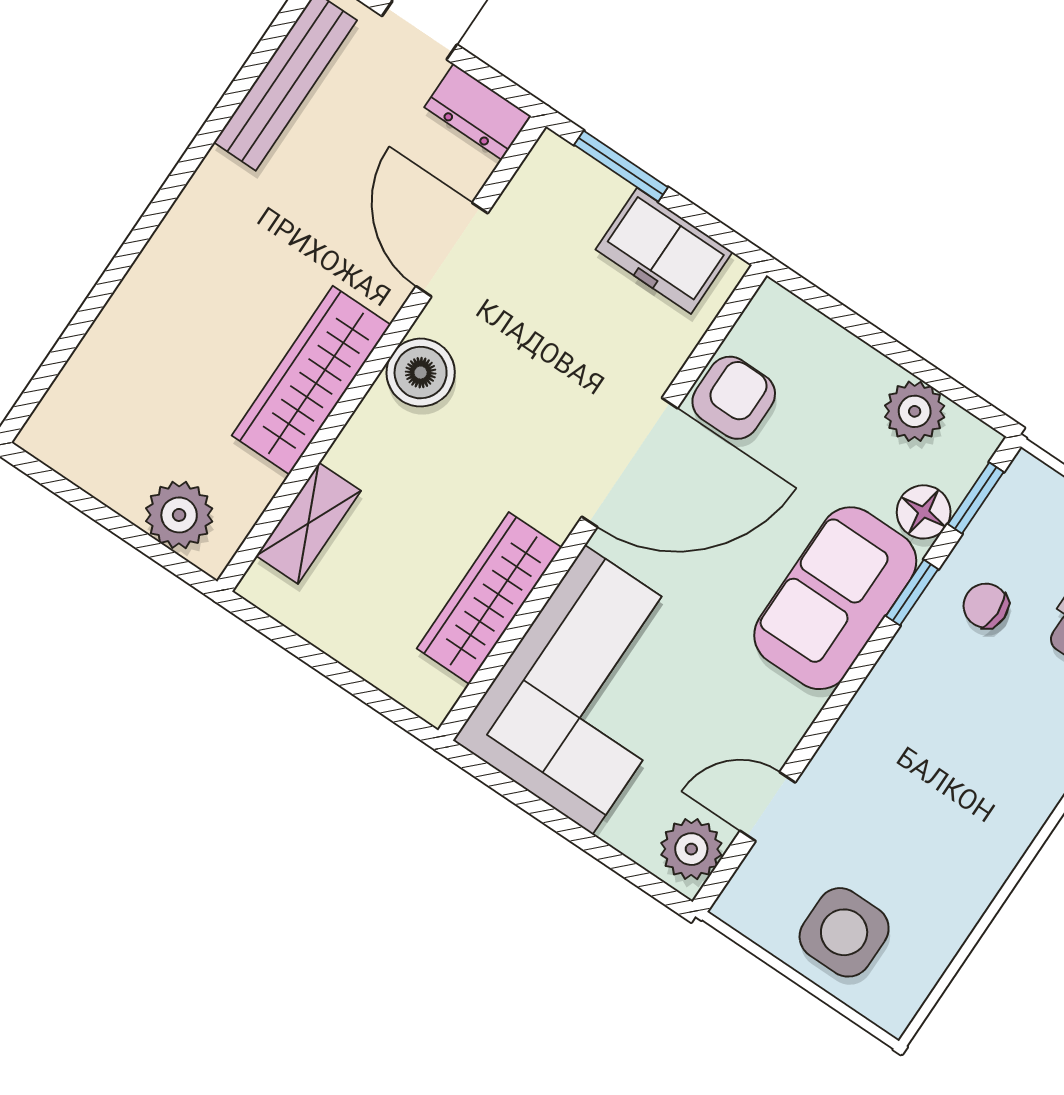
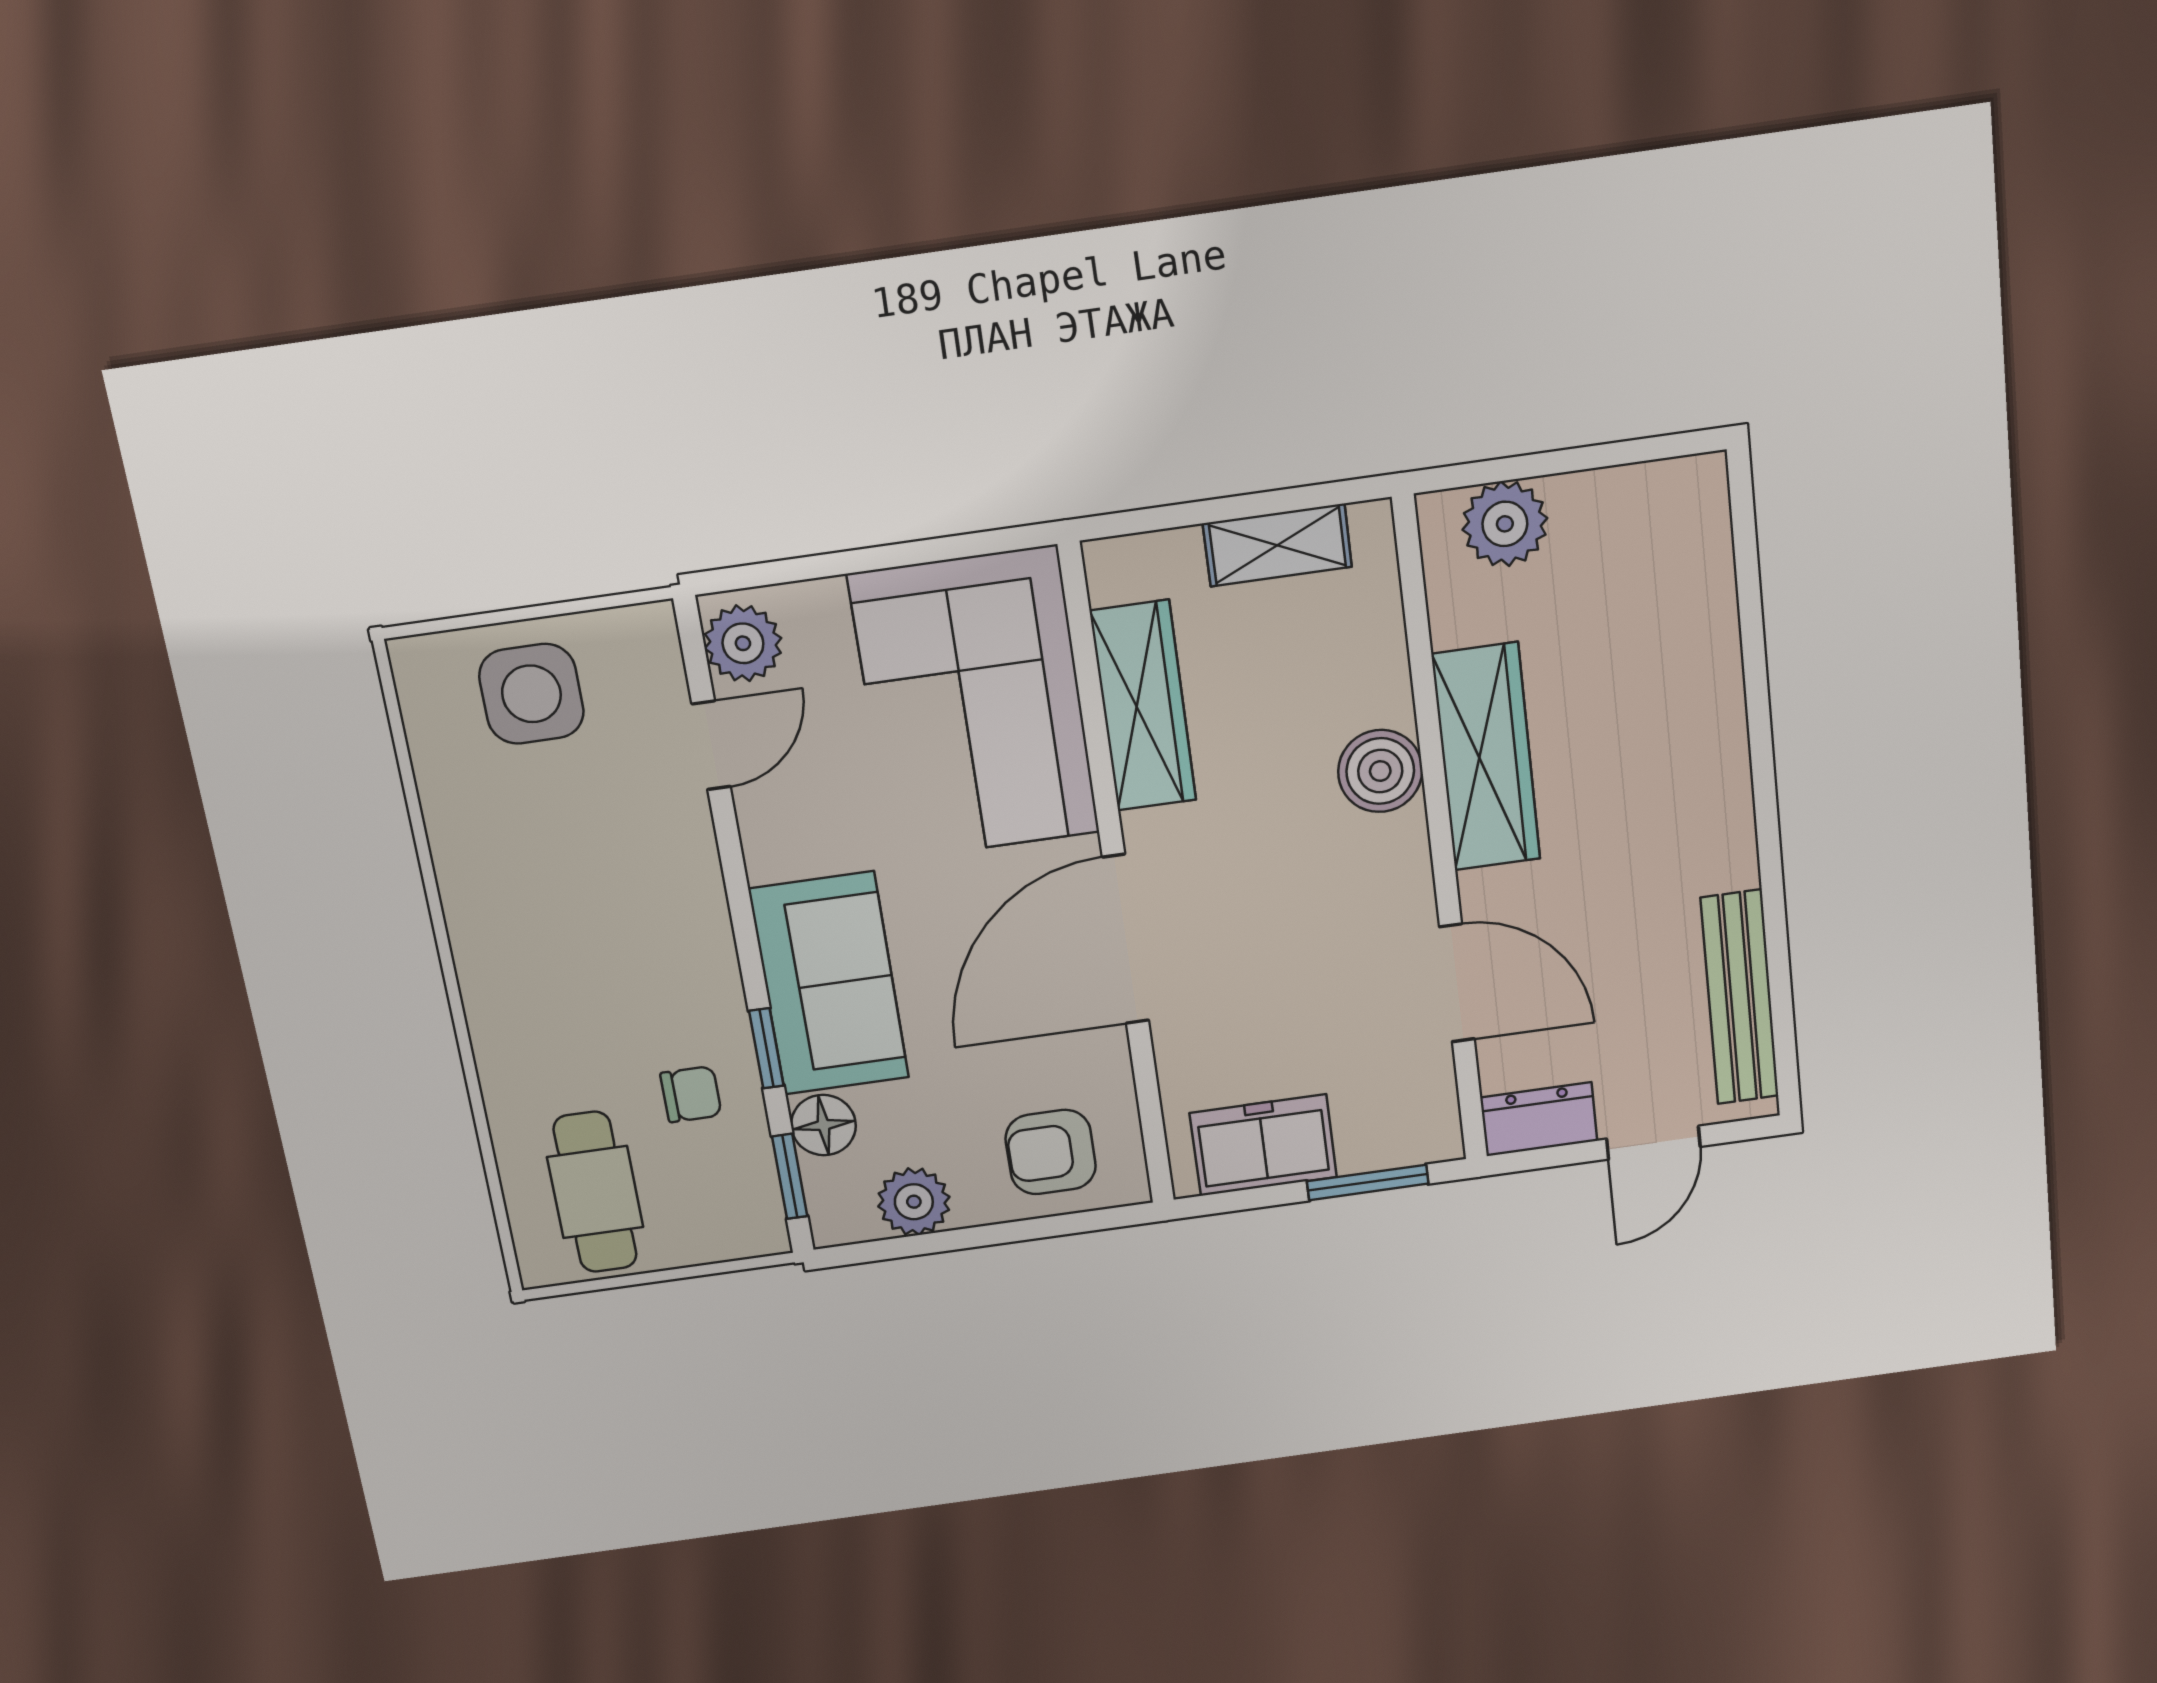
boiler: (421, 373) -> (1380, 771), moved
armchair: (734, 398) -> (1051, 1152), moved, turned 90
shelving: (308, 523) -> (1277, 545), moved, turned 90

